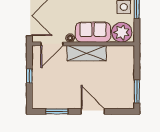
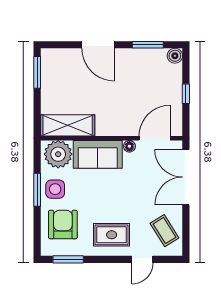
shelving: (87, 53) -> (68, 125), moved
boiler: (37, 103) -> (175, 56), added

